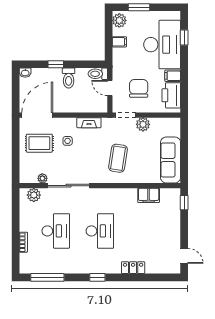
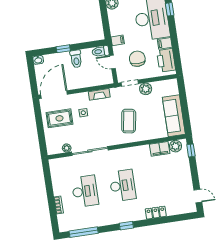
filing cabinet: (119, 42) -> (118, 40), moved
plant: (34, 195) -> (176, 146), moved

